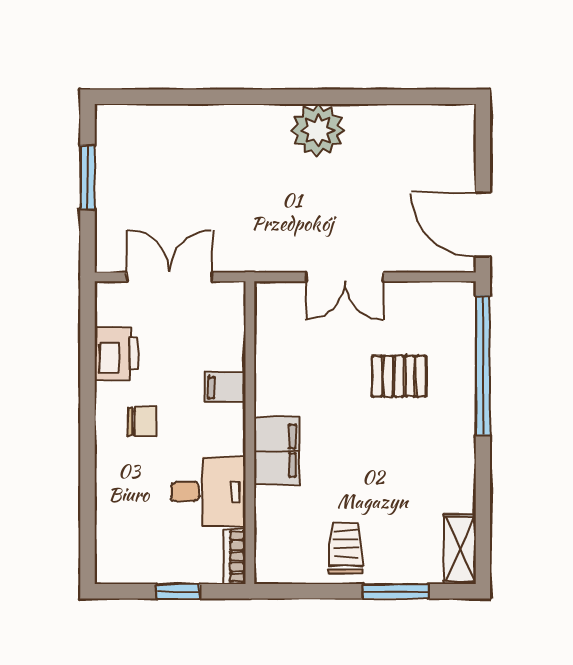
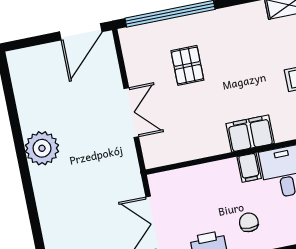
filing cabinet: (225, 387) -> (249, 168), moved

